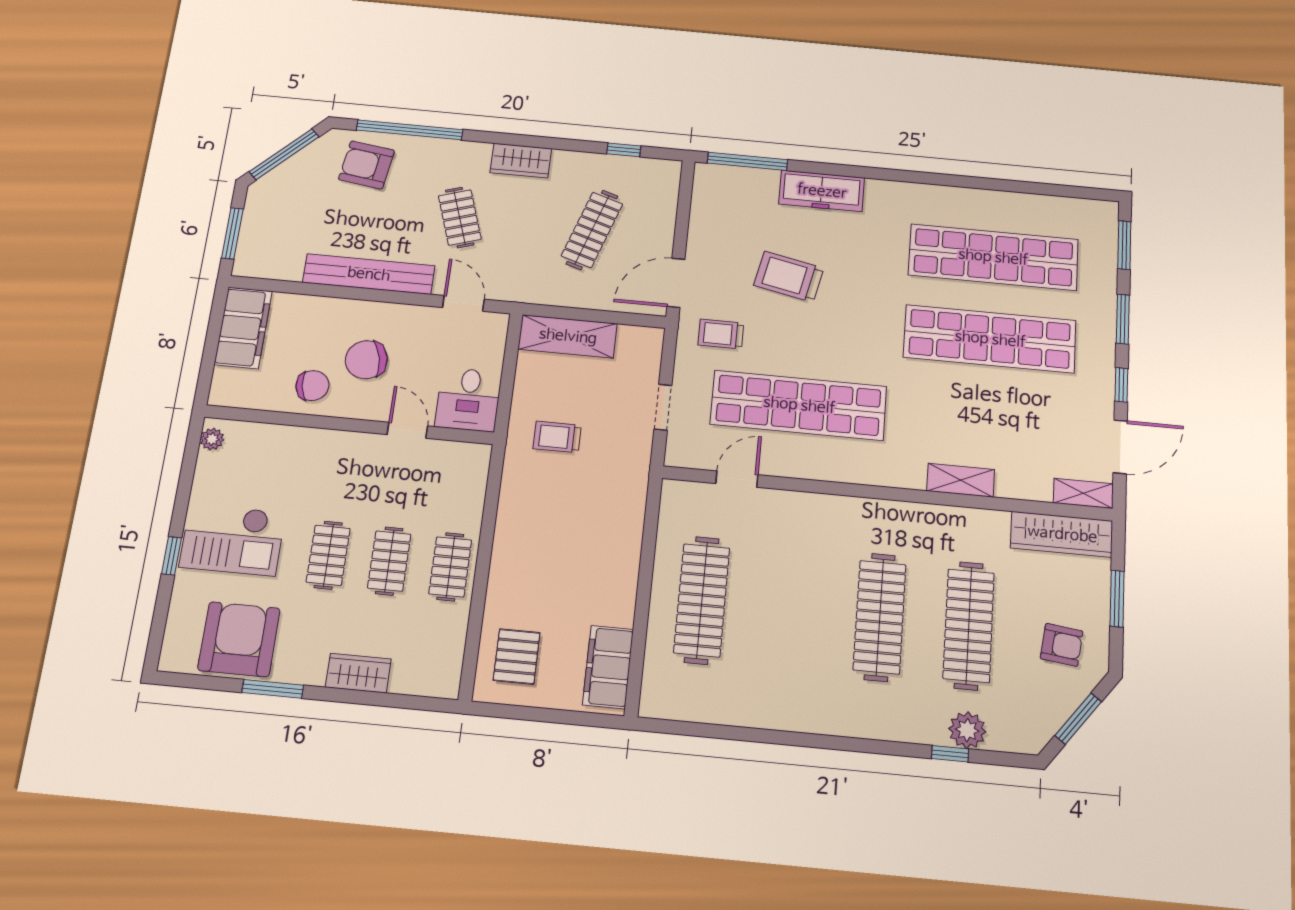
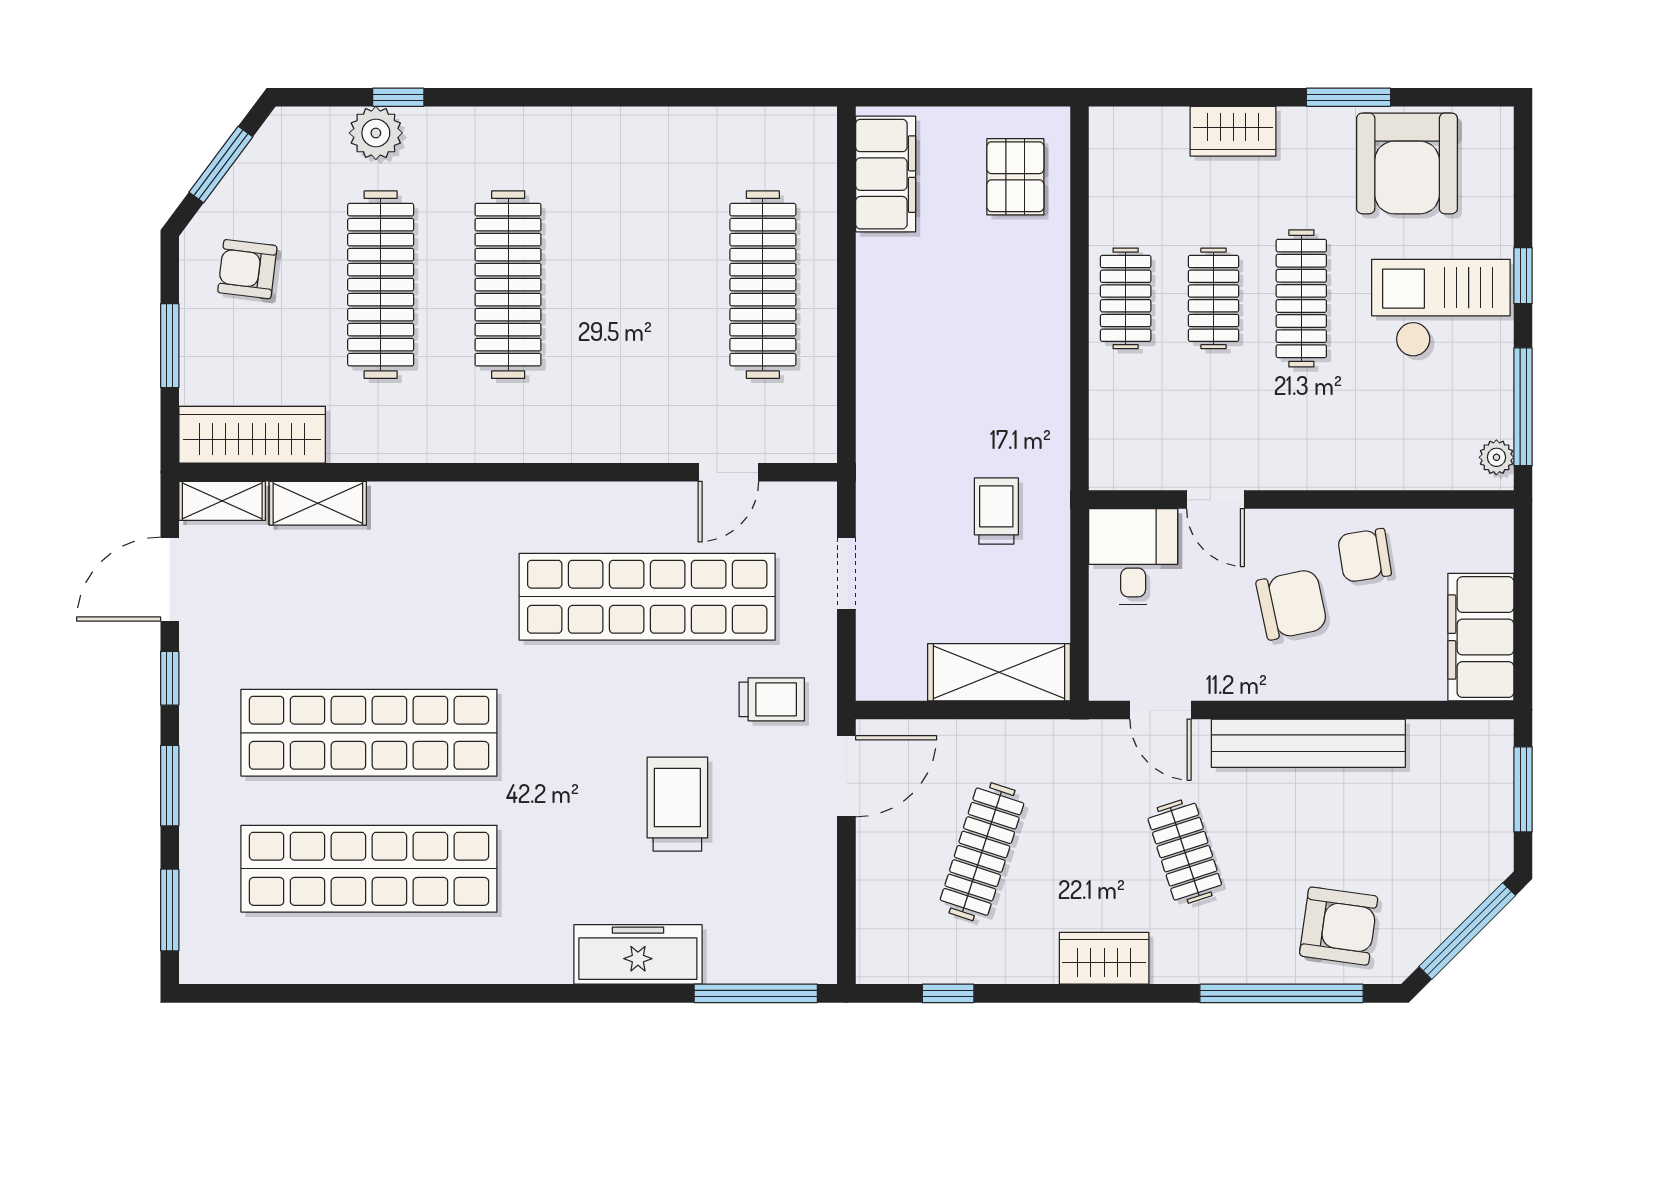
trolley: (789, 277) -> (677, 804), turned -102
trolley: (557, 437) -> (996, 511), turned -90
window: (188, 470) -> (1523, 407), added
shelving: (961, 480) -> (318, 503), moved
clothes rail: (328, 555) -> (1301, 298), width x1.36

